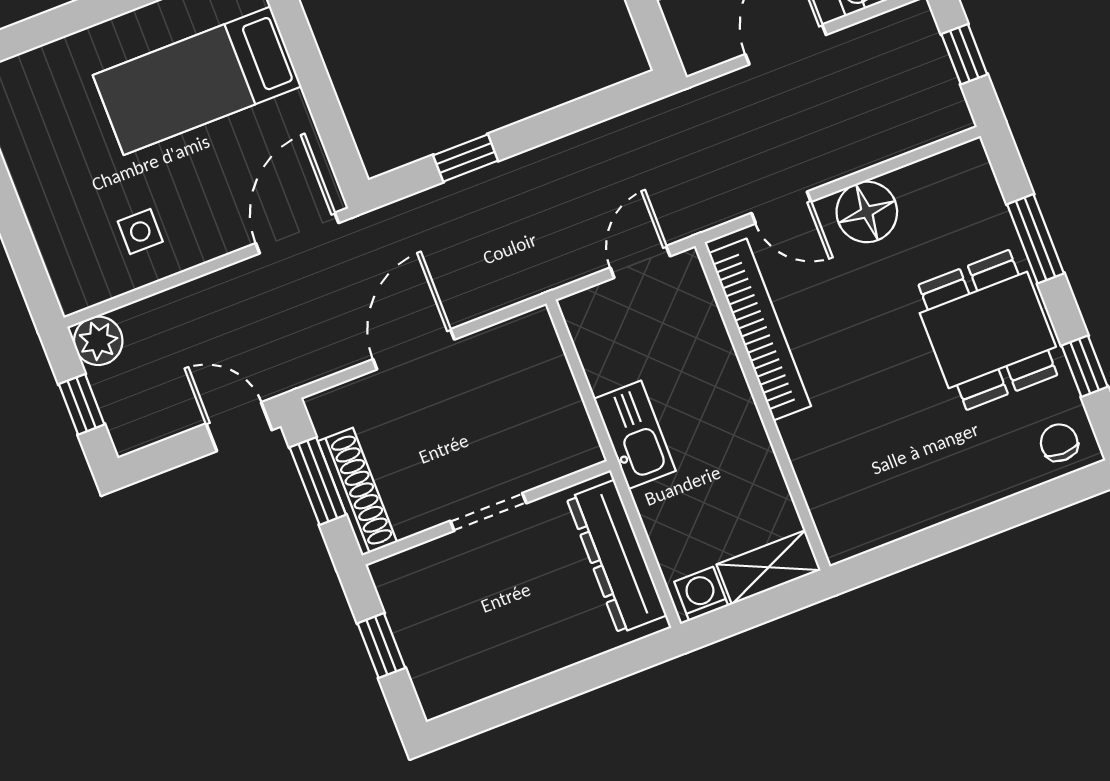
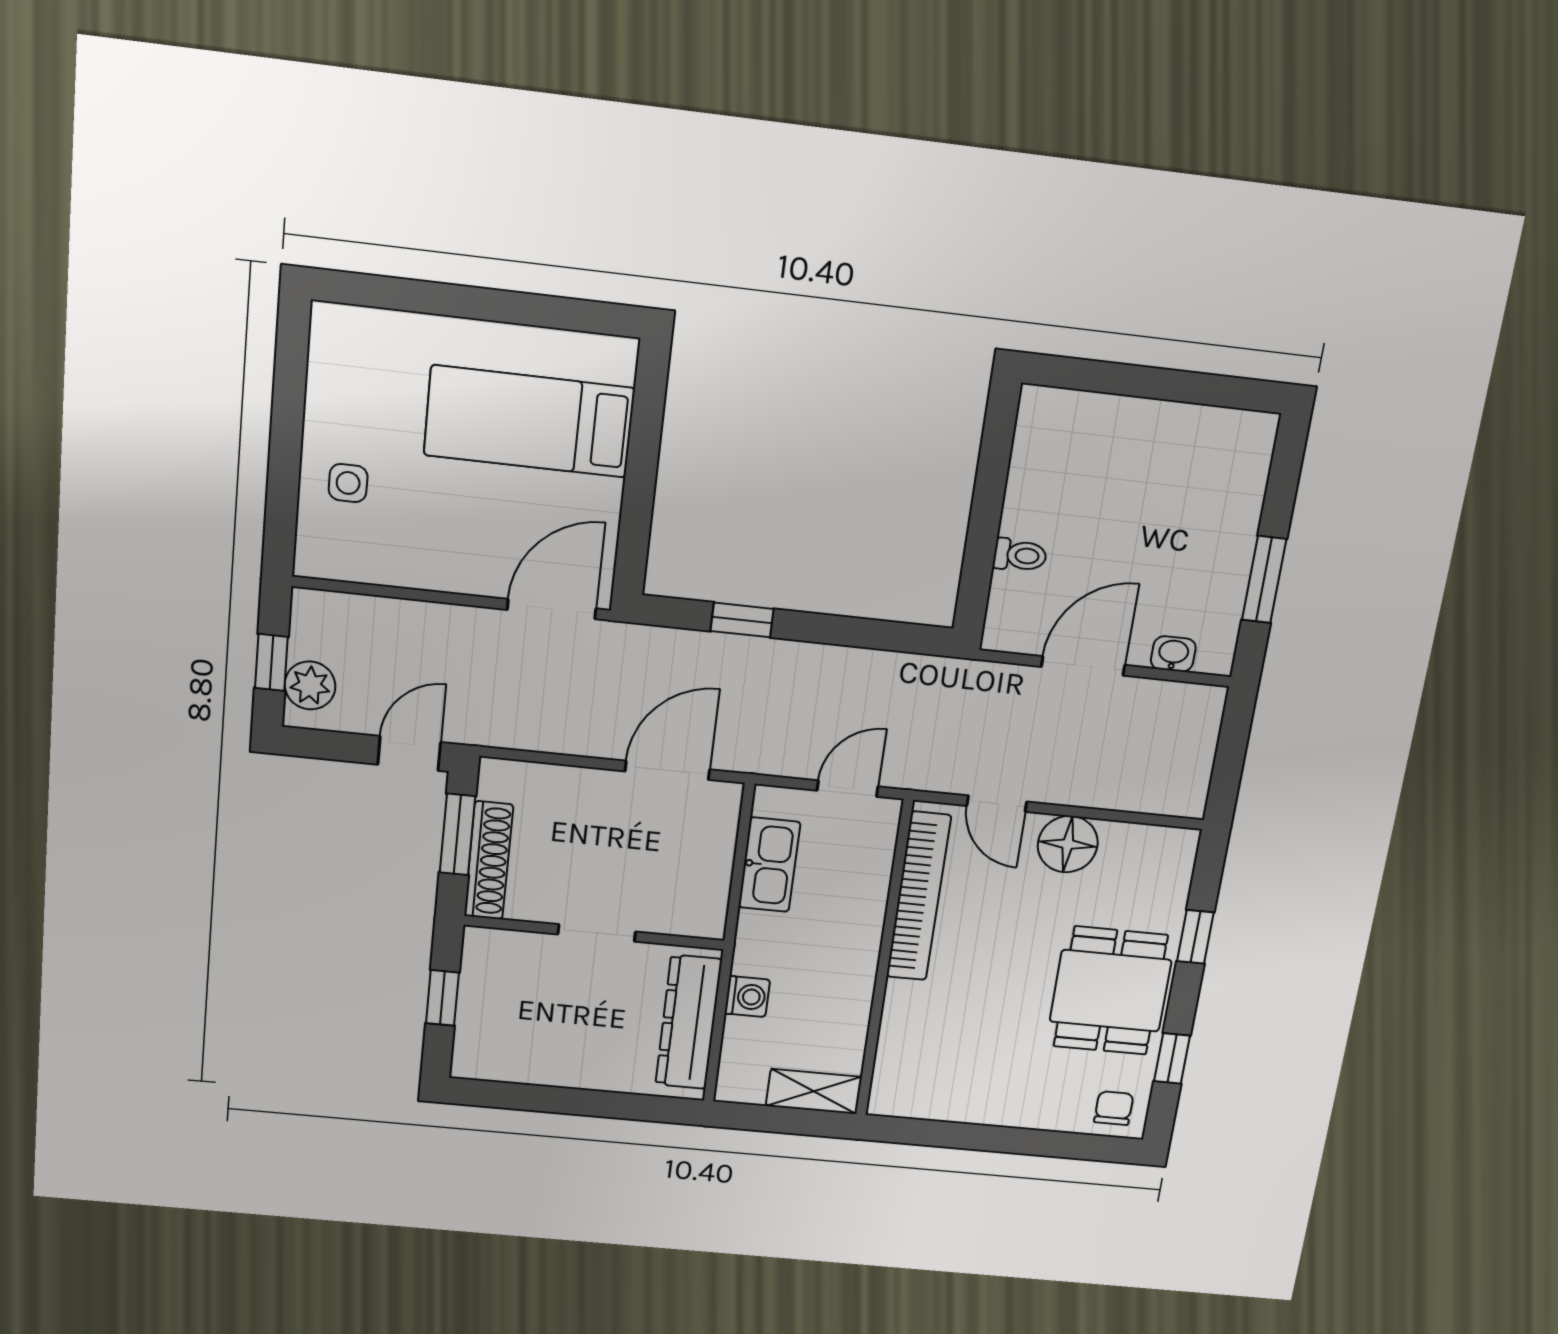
window: (964, 54) -> (1231, 753), removed
side table: (140, 232) -> (348, 483), moved
window: (1036, 239) -> (1195, 937), width x0.67
plant: (98, 341) -> (310, 685), moved
door: (414, 349) -> (667, 770), moved
door: (239, 427) -> (409, 753), hinge flipped
kitchen sink: (635, 435) -> (769, 865), moved
washing machine: (701, 594) -> (747, 997), moved, turned 90

